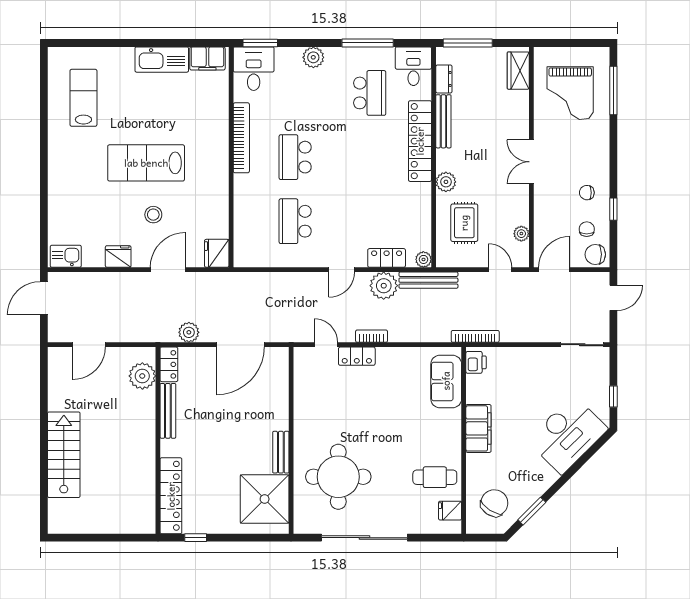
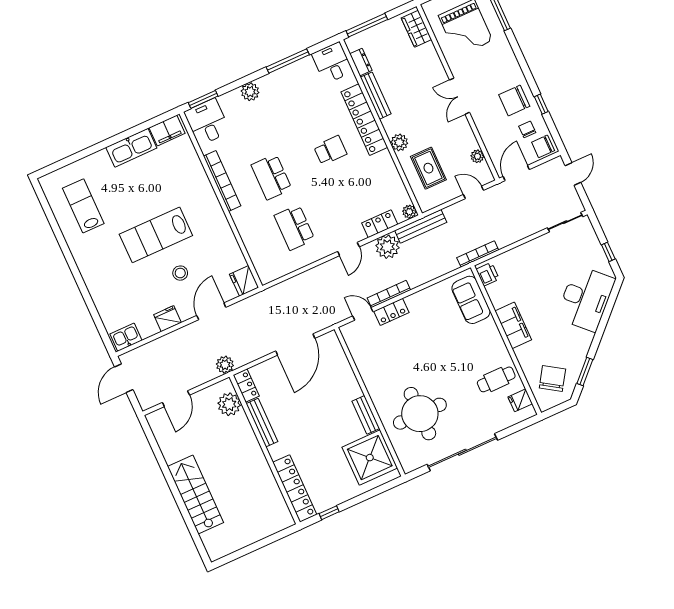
school desk: (370, 93) -> (330, 150), moved, width x0.54
chair: (587, 193) -> (514, 101), width x1.87, depth x1.87
plant: (189, 332) -> (225, 365), moved
bookcase: (372, 336) -> (389, 294), width x1.56

